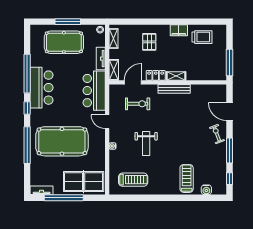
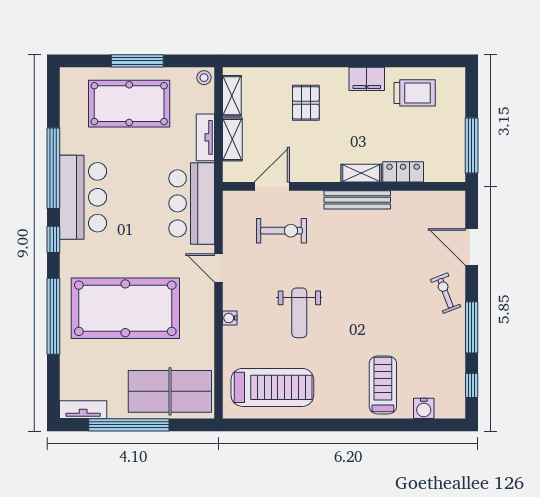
shelving: (114, 70) -> (232, 139), moved
locker: (156, 75) -> (403, 172), moved
treadmill: (133, 180) -> (272, 387), width x1.37, depth x1.37

